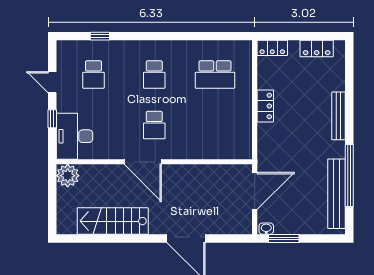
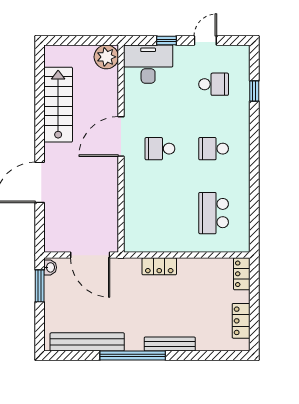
school desk: (93, 74) -> (214, 84), turned 180
locker: (265, 106) -> (159, 266), moved
window: (349, 175) -> (133, 355), moved

